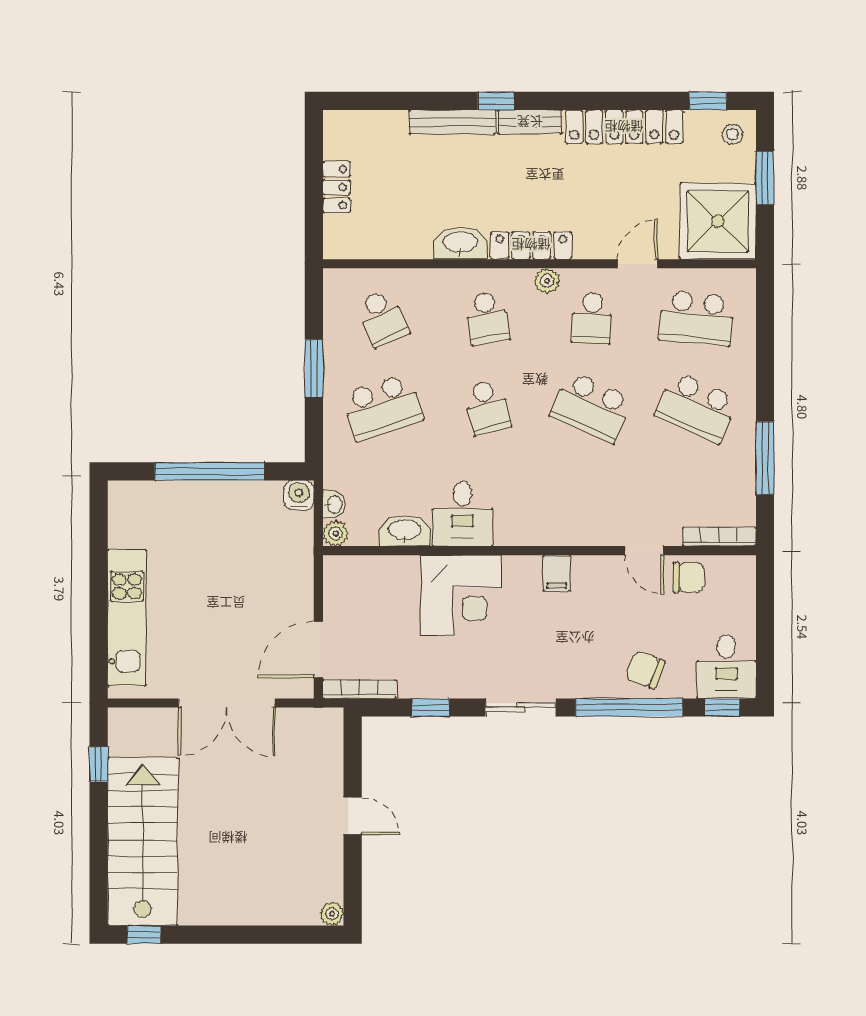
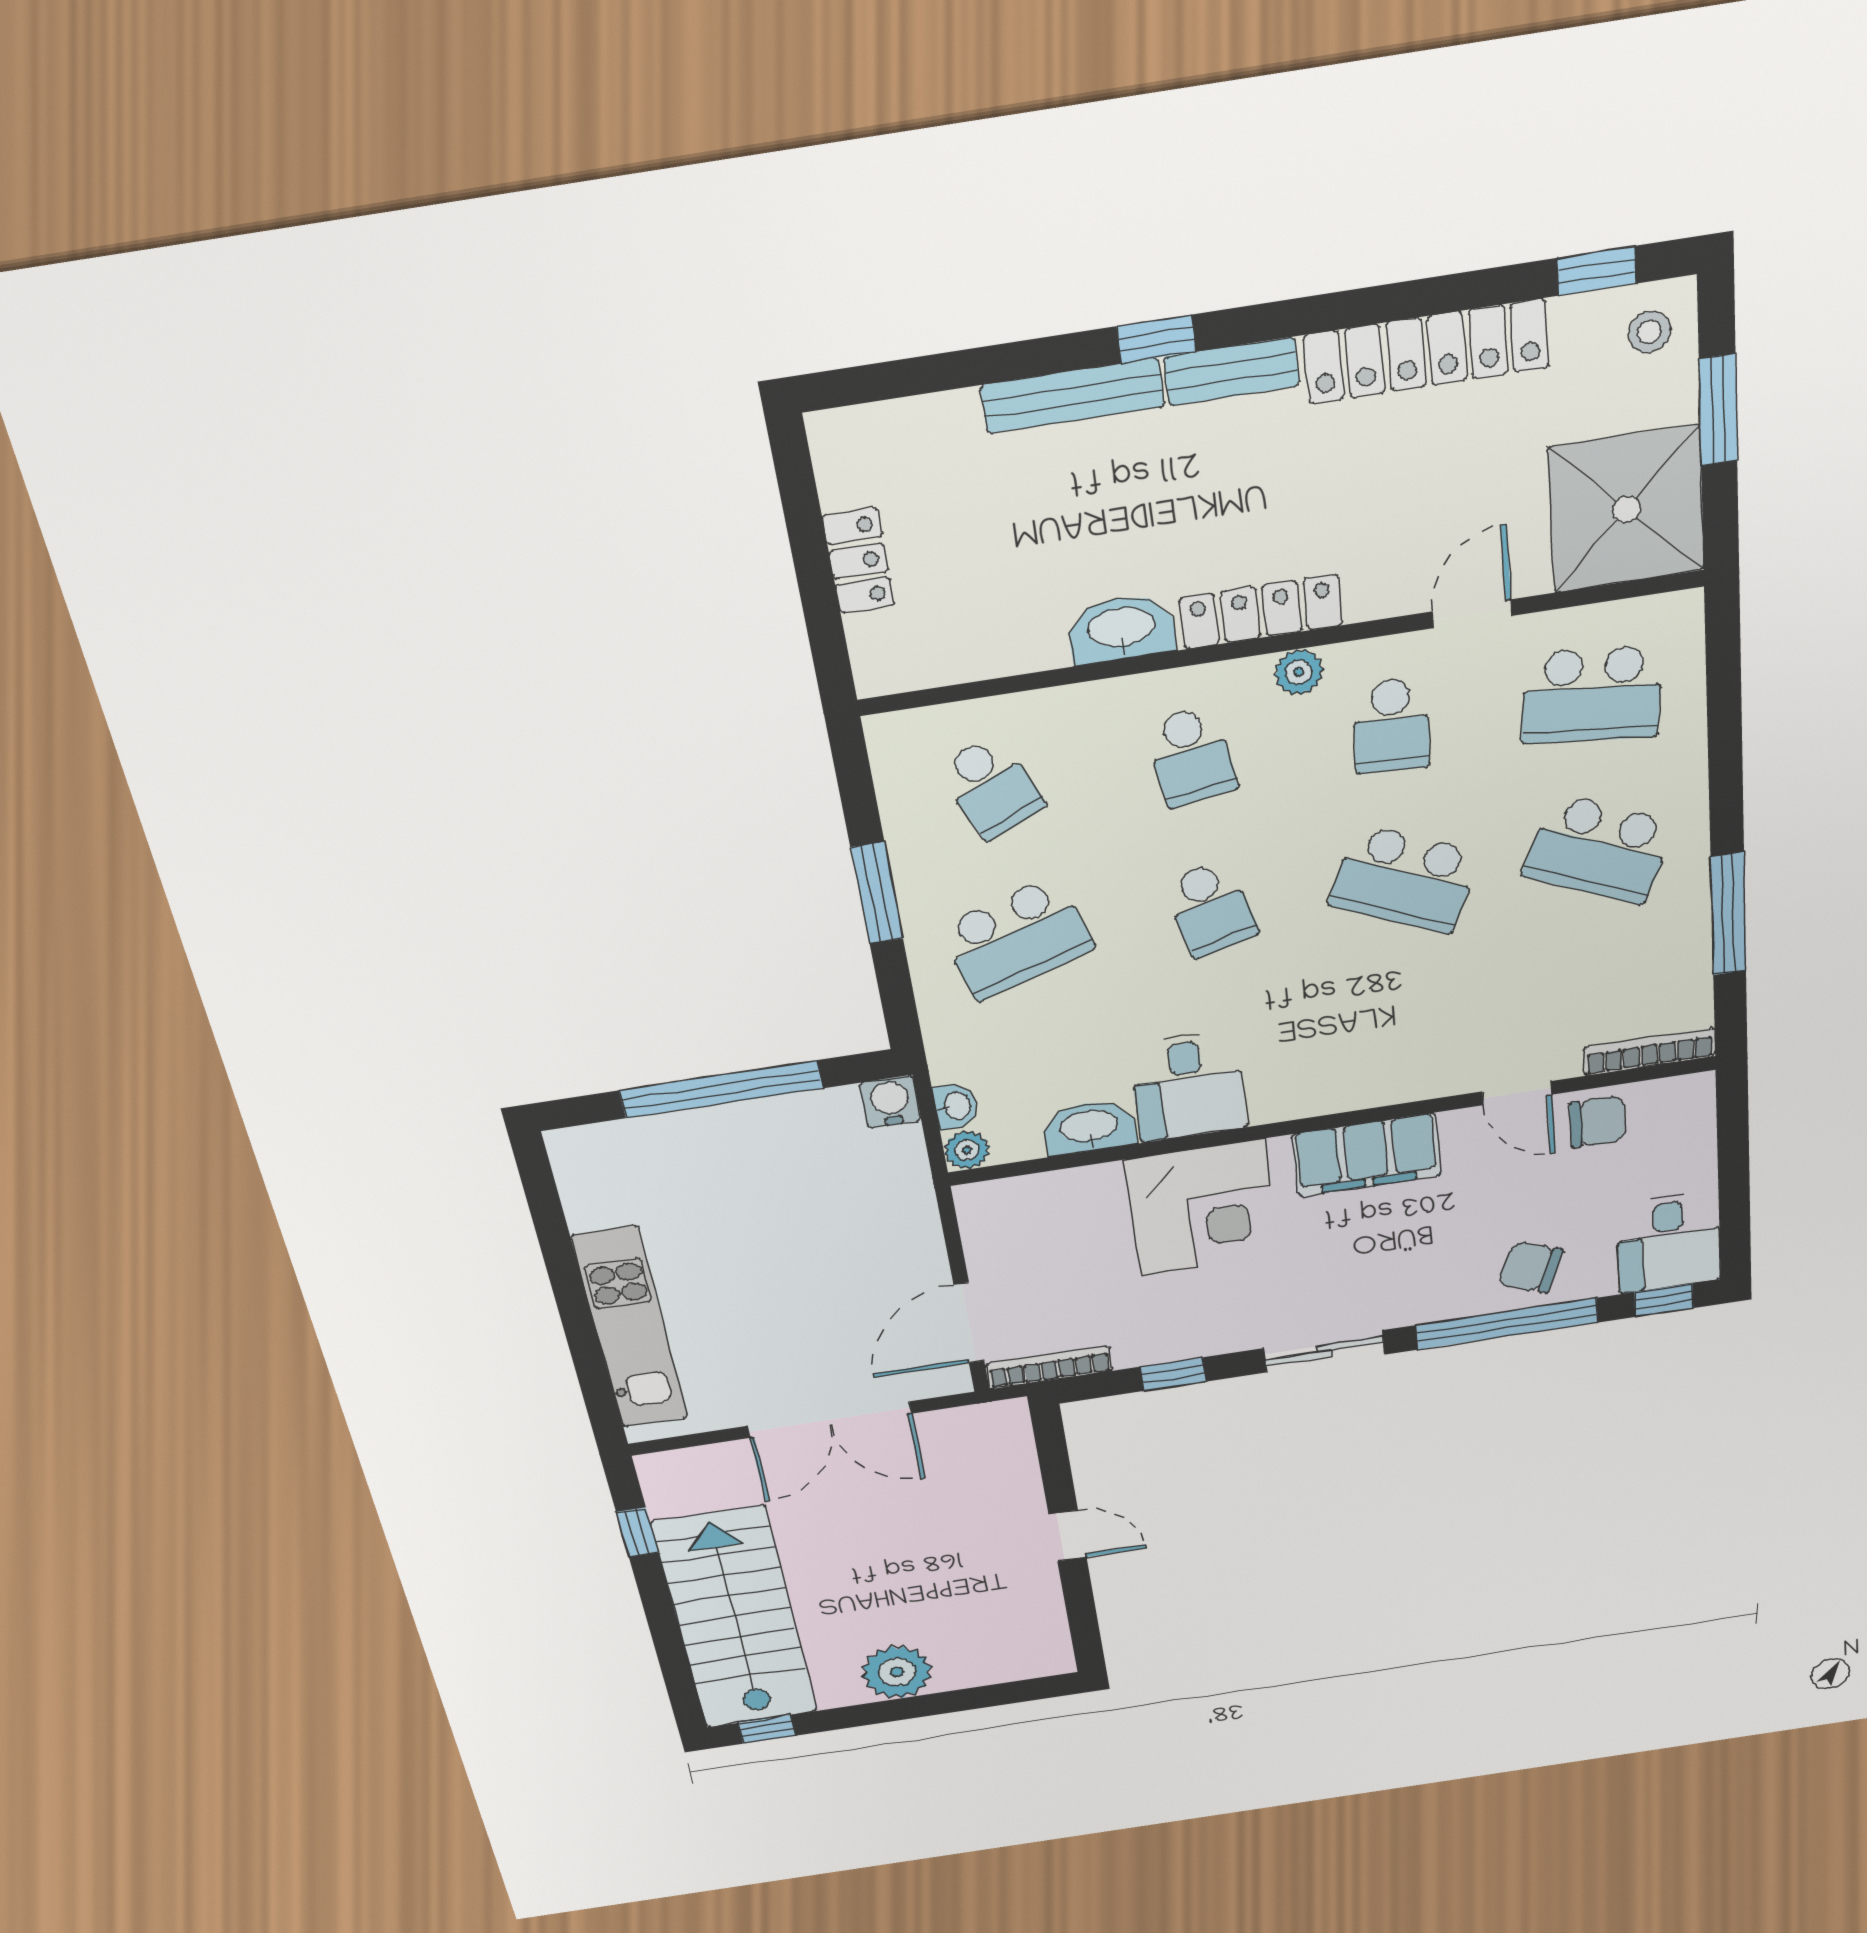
filing cabinet: (557, 573) -> (1366, 1155), width x3.00, depth x1.17
plant: (332, 914) -> (897, 1672), moved, width x1.88, depth x1.88

